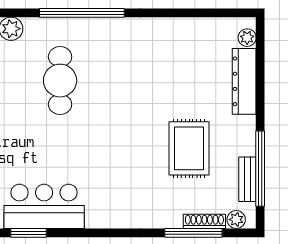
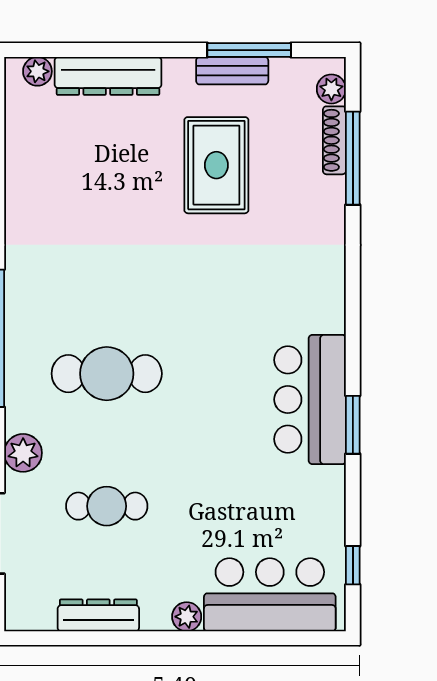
rug: (189, 148) -> (216, 165), turned 90
window: (260, 169) -> (249, 50), width x0.68
bench: (247, 179) -> (232, 71), moved

